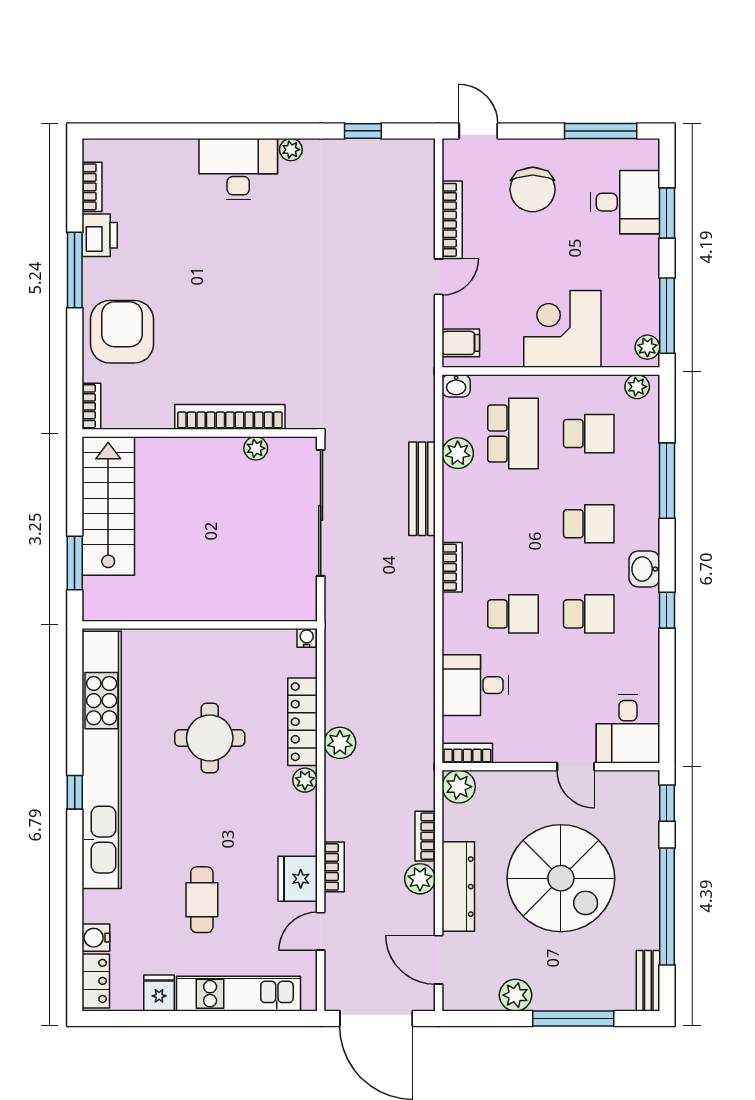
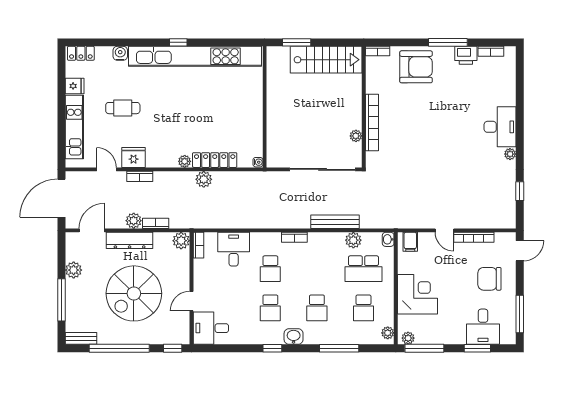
round table: (210, 738) -> (206, 112), removed
water cooler: (96, 938) -> (120, 53), moved

